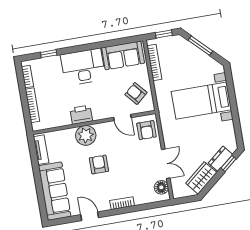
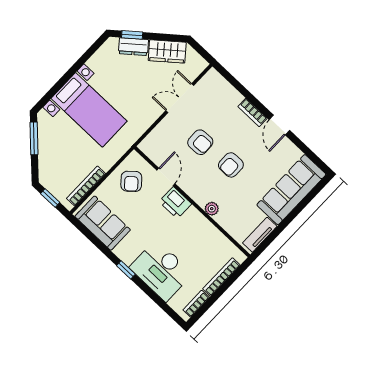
window: (200, 46) -> (34, 138), moved
window: (49, 54) -> (126, 270), moved
desk: (83, 67) -> (161, 271), moved
printer: (81, 115) -> (175, 203), moved
armchair: (146, 130) -> (200, 142), moved, turned 88
plant: (86, 135) -> (212, 209), width x0.53, depth x0.53
floor lamp: (161, 187) -> (207, 85), removed
door: (90, 216) -> (279, 125), moved

